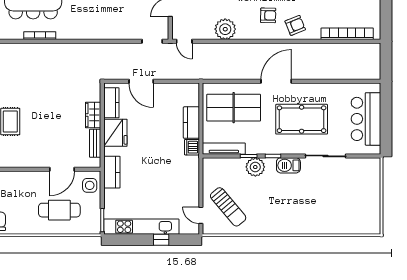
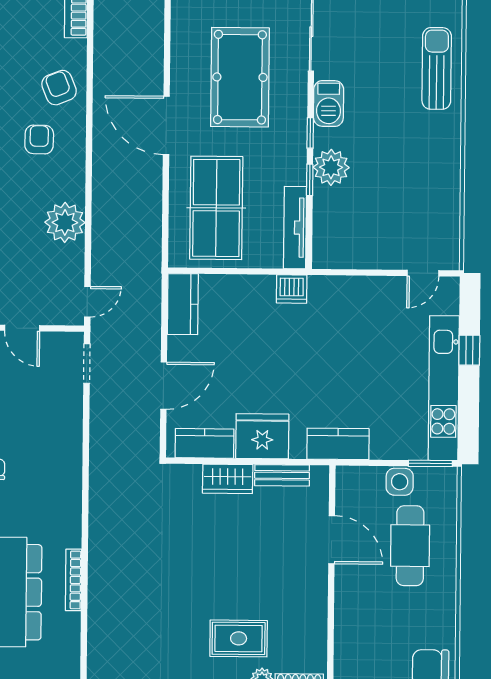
kitchen counter: (191, 123) -> (183, 304), moved, turned -90
side table: (90, 185) -> (400, 482), moved
sun lounger: (228, 207) -> (437, 68), moved, turned -50

